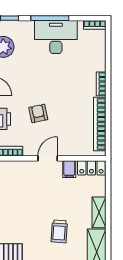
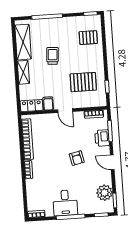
desk: (56, 37) -> (65, 203), width x0.73
armchair: (38, 113) -> (77, 158), moved
door: (48, 158) -> (65, 111), hinge flipped
pallet: (21, 194) -> (83, 82), added

